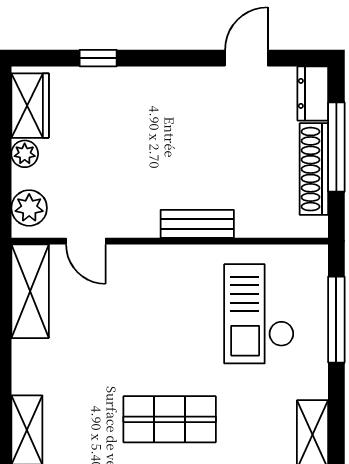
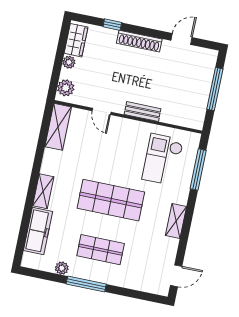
dresser: (313, 93) -> (209, 62), removed
shoe rack: (314, 169) -> (139, 41), moved, turned -90
door: (86, 241) -> (102, 111), moved
shop shelf: (170, 419) -> (111, 200), width x1.43, depth x1.36

